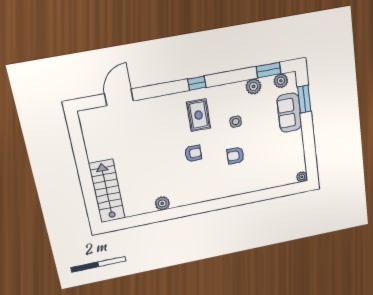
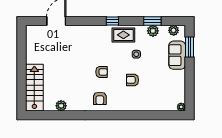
window: (268, 70) -> (152, 21), moved
rug: (199, 115) -> (123, 35), moved, turned 90
armchair: (197, 187) -> (100, 98), added
plant: (162, 203) -> (61, 106), moved

